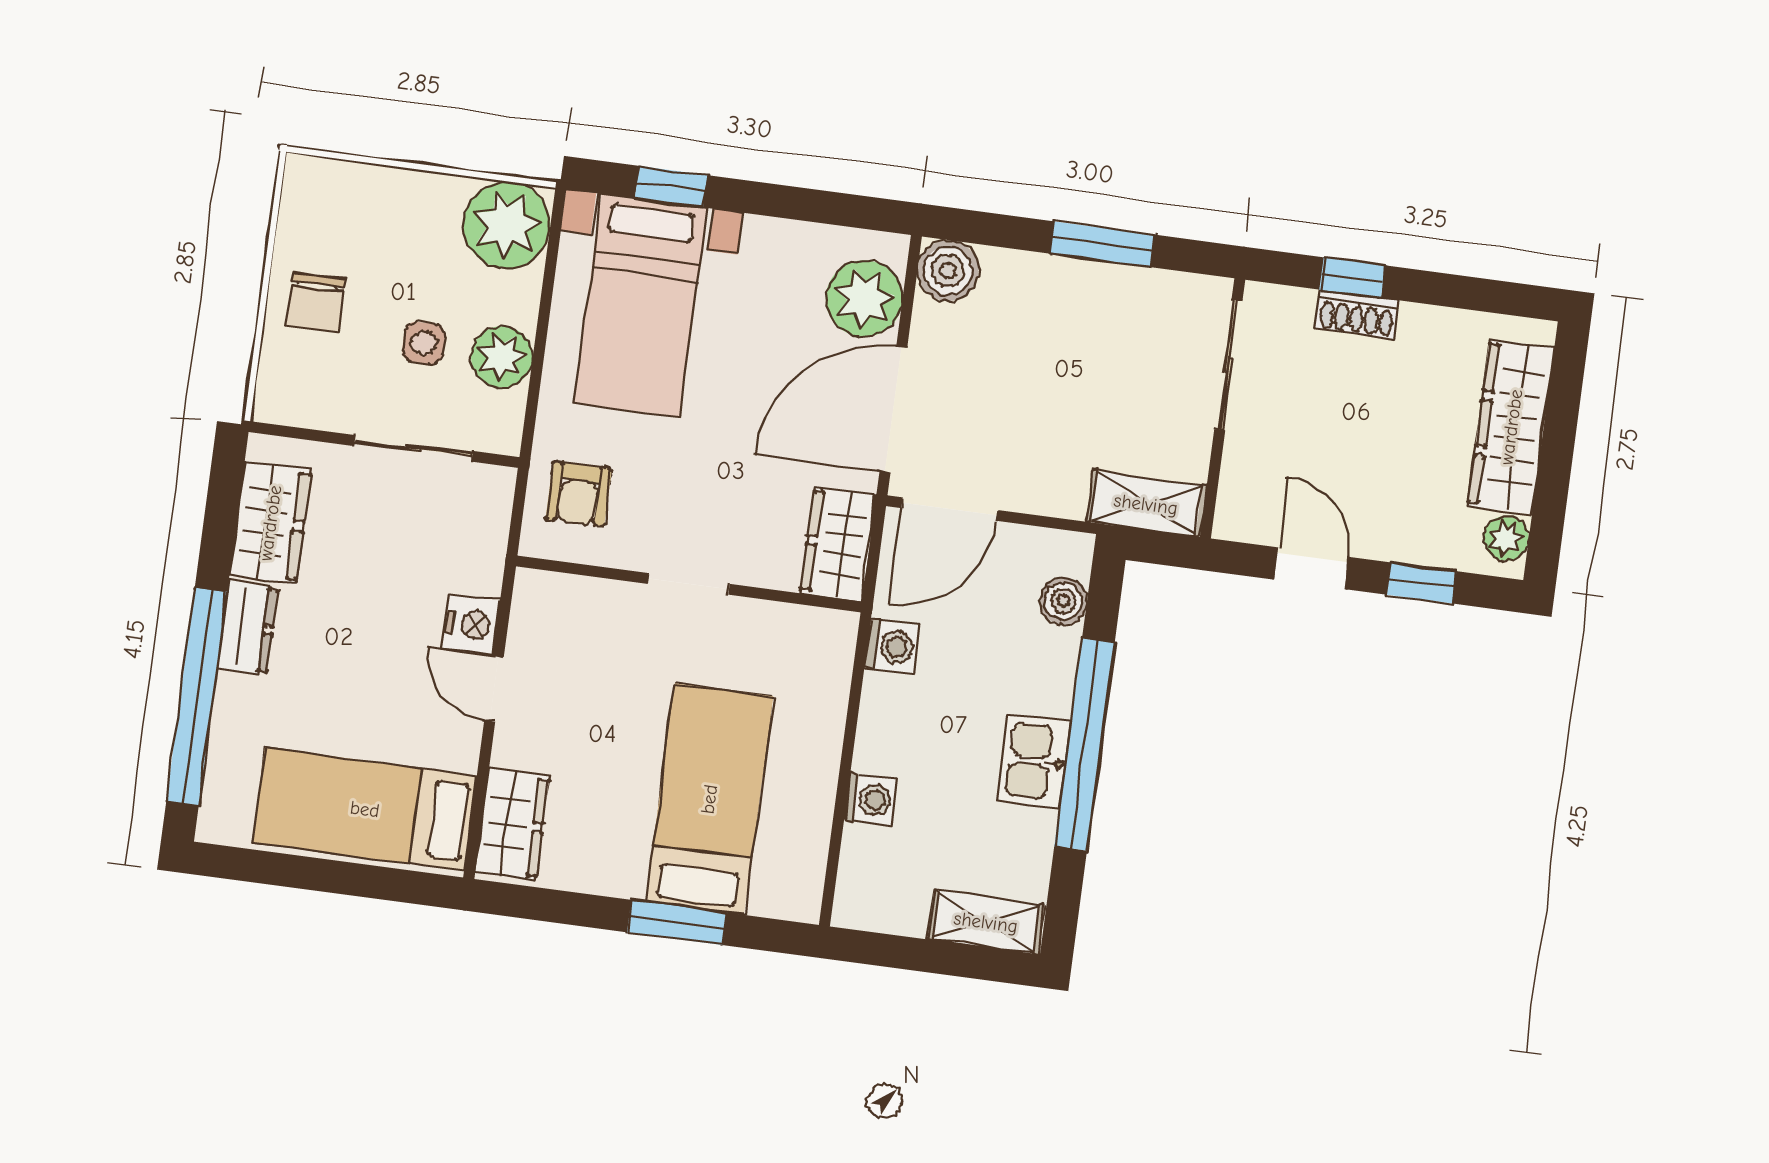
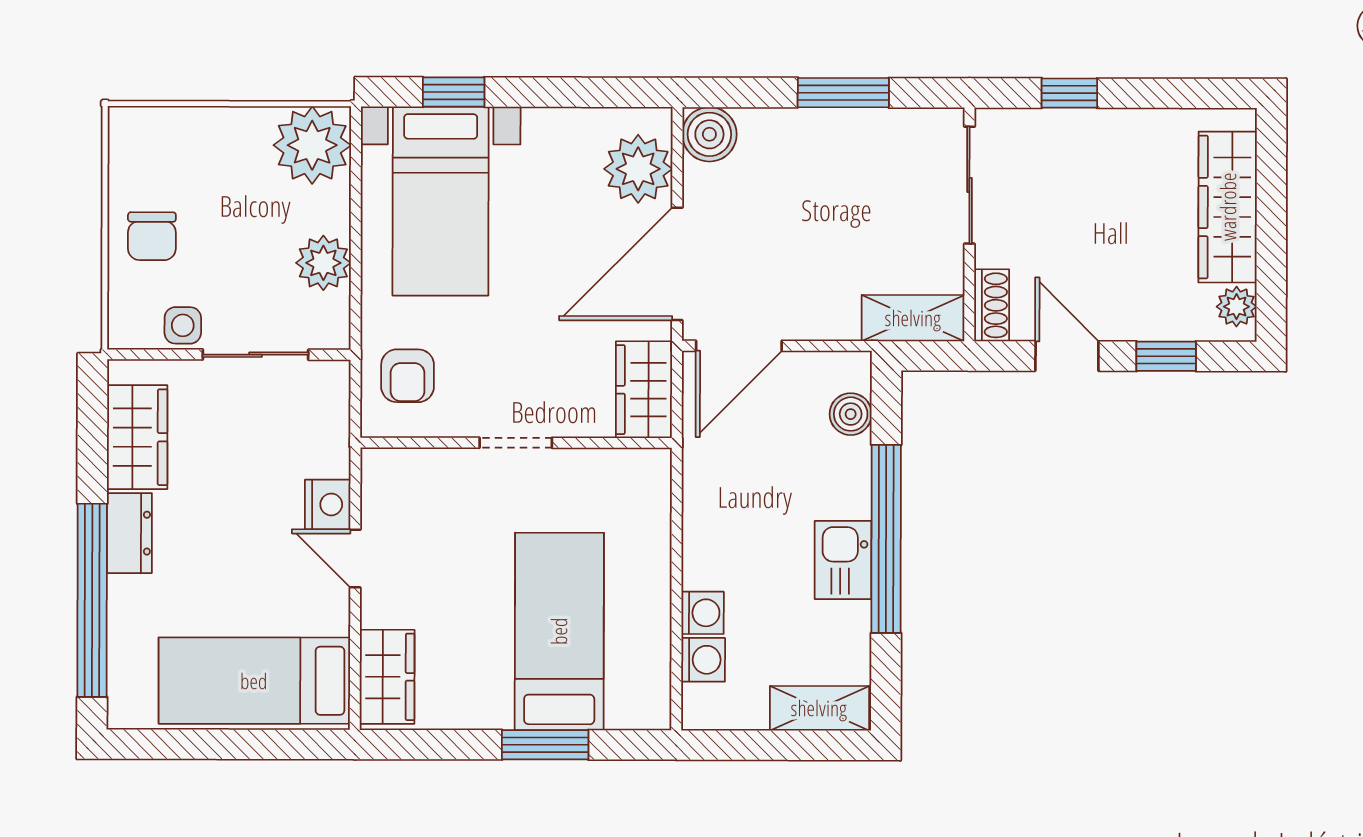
shoe rack: (1357, 314) -> (992, 305), moved, turned -90
side table: (424, 343) -> (183, 325), moved
washing machine: (892, 647) -> (703, 660), moved

